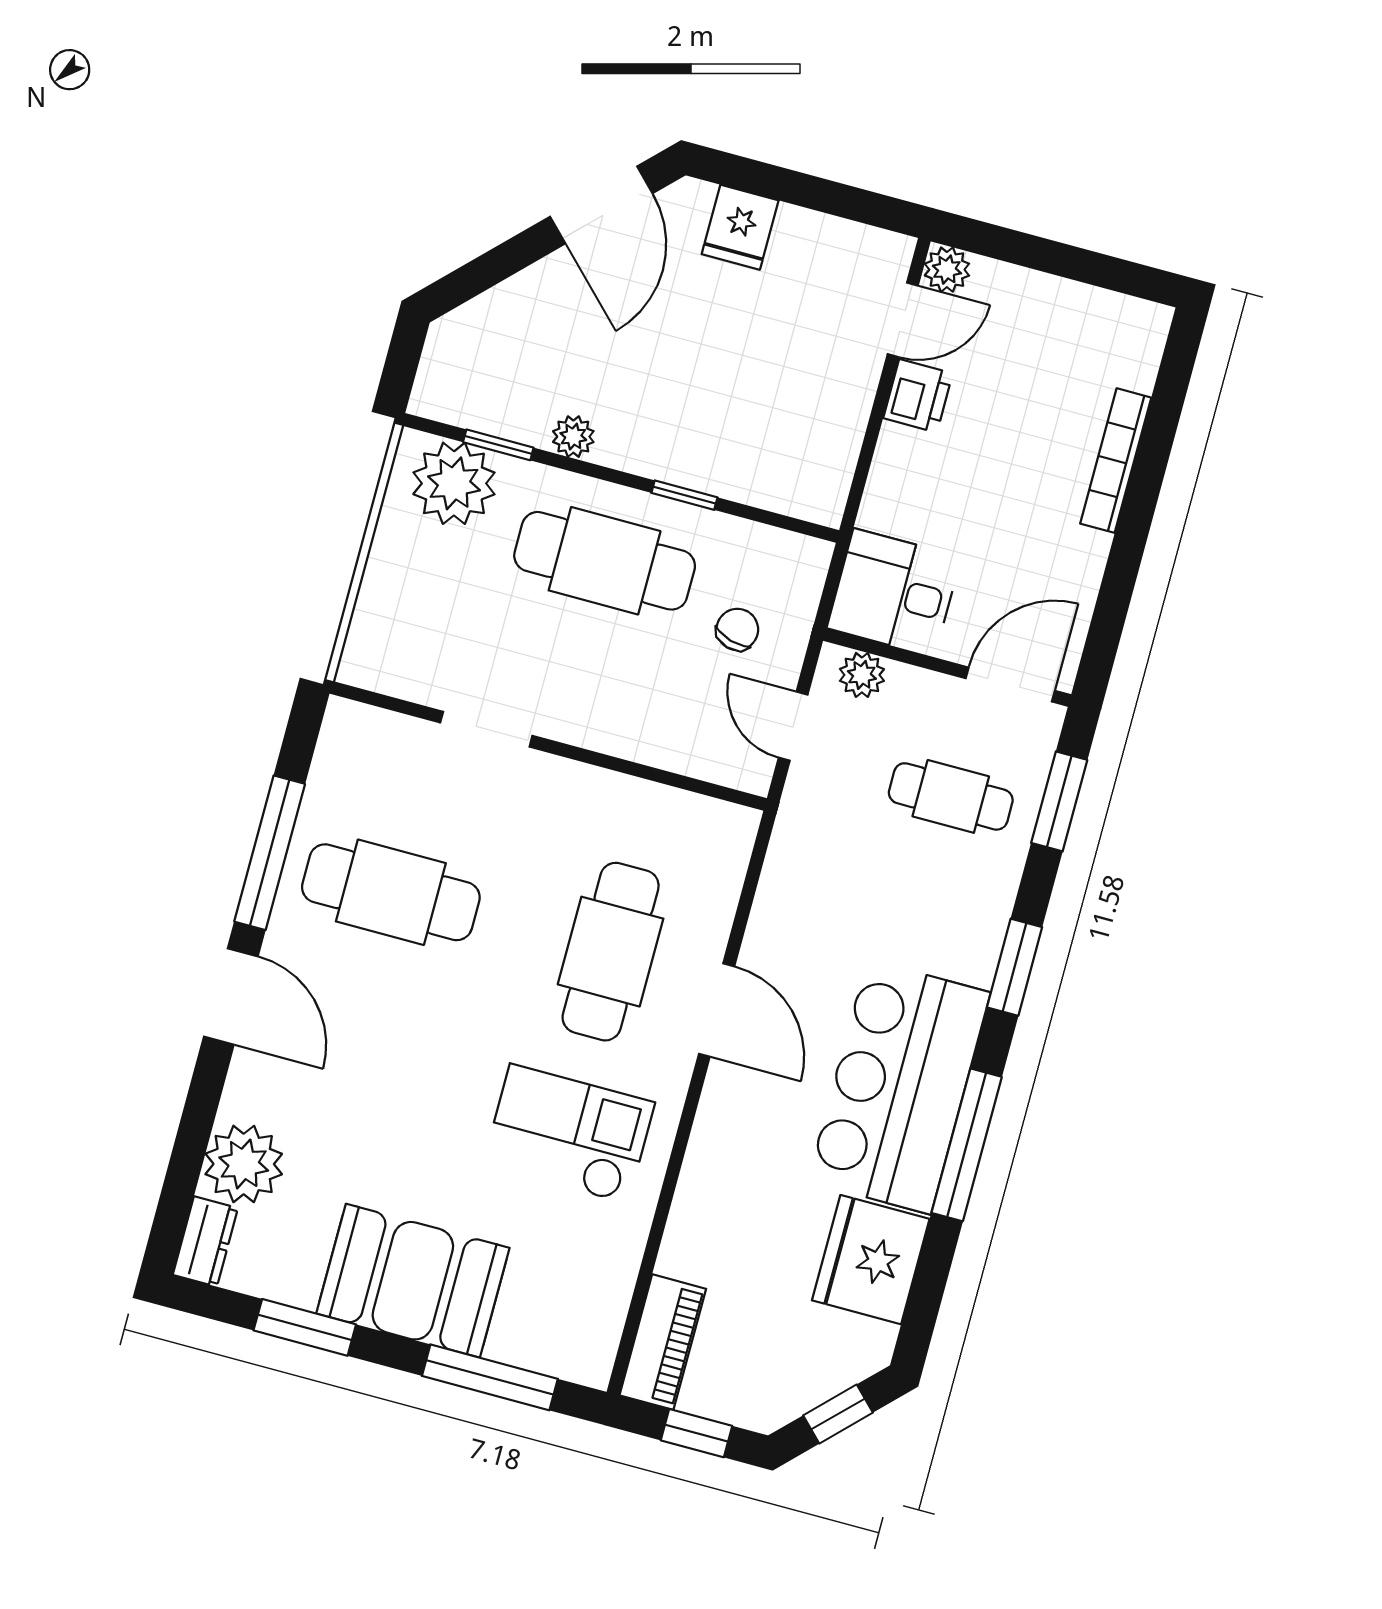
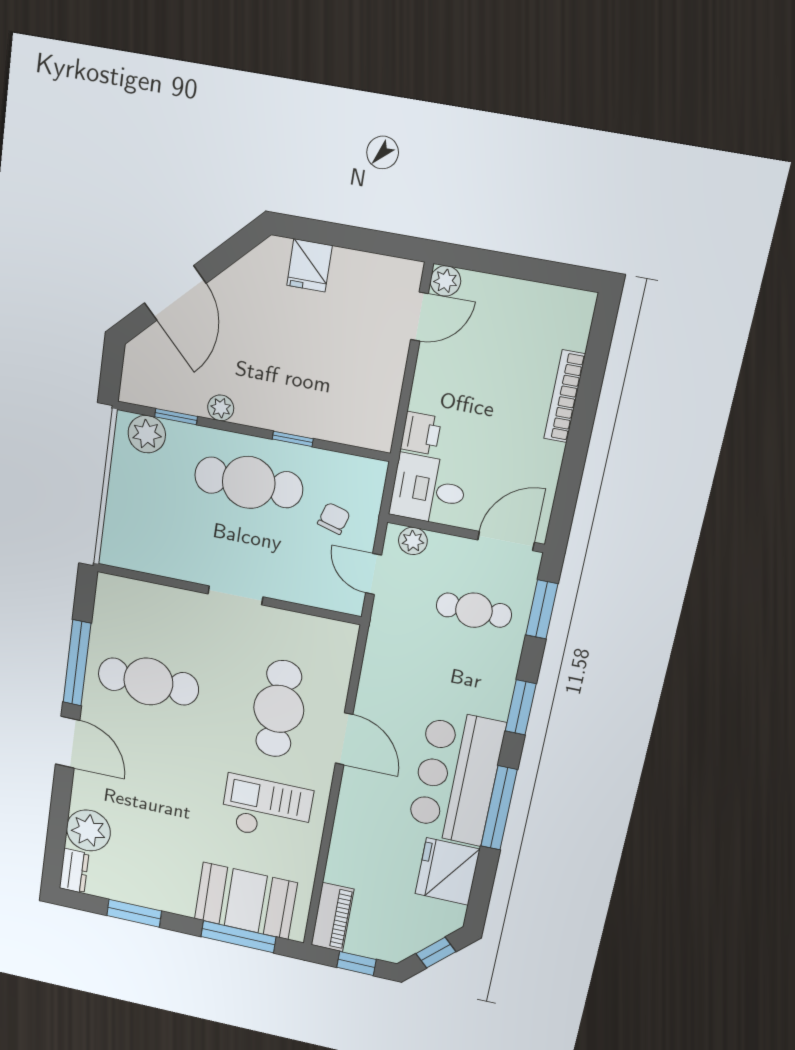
door: (601, 205) -> (175, 293), moved
printer: (918, 396) -> (421, 433), moved
plant: (454, 483) -> (147, 434), width x0.73, depth x0.73
doorway: (486, 729) -> (235, 595), moved
booth: (413, 1281) -> (246, 901), moved

